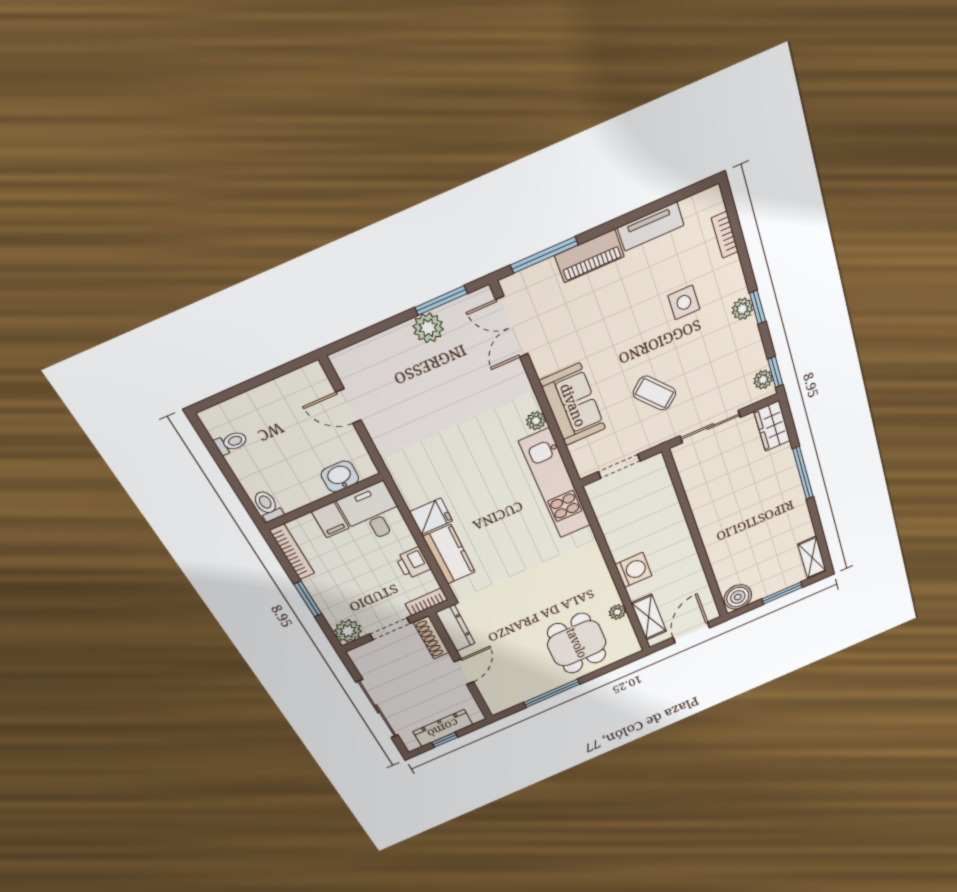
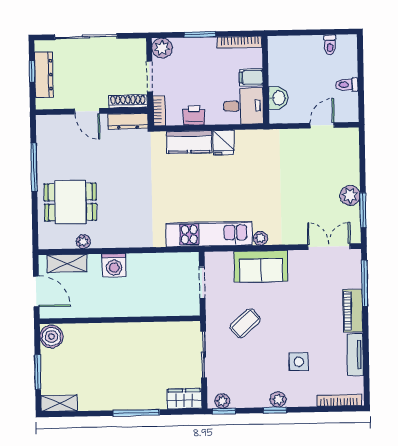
bookcase: (725, 235) -> (339, 400), width x1.56
toilet: (268, 506) -> (347, 85), moved, turned 180

